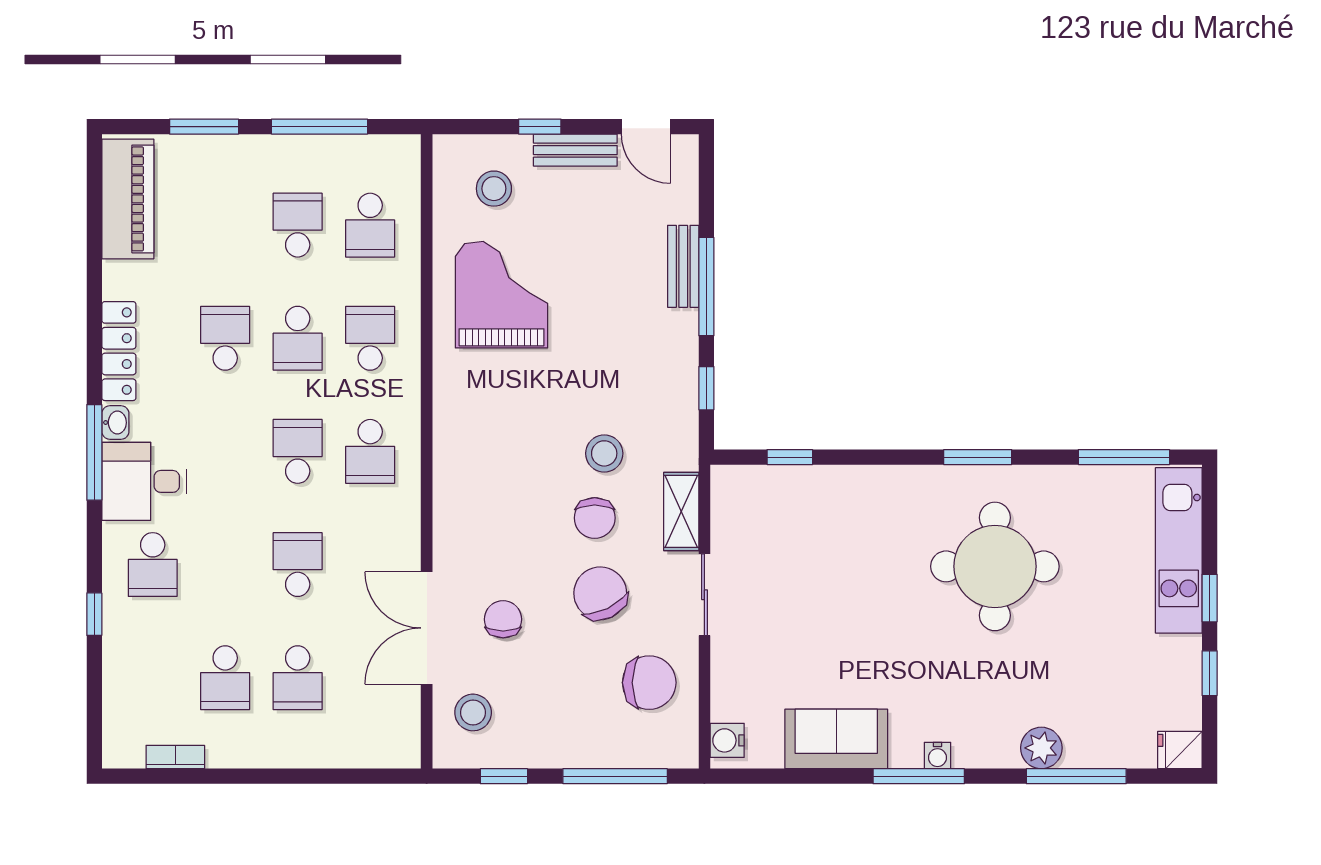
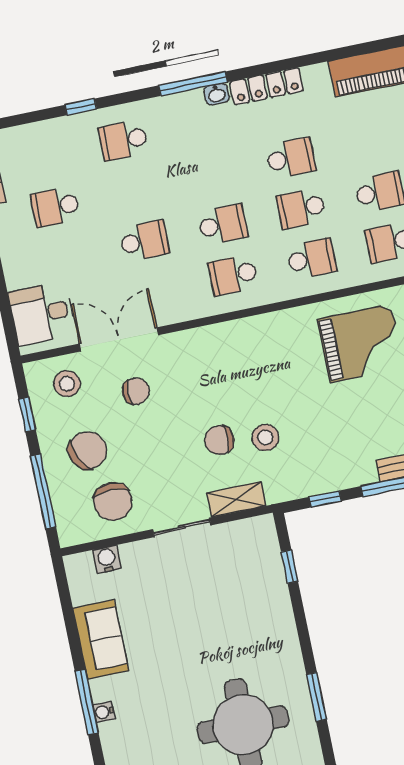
desk: (144, 481) -> (42, 314), moved, turned -90
chair: (600, 593) -> (88, 450), moved
school desk: (298, 678) -> (66, 257), removed
water cooler: (727, 740) -> (107, 559), moved

